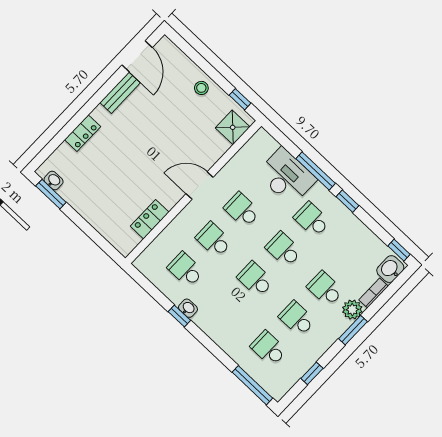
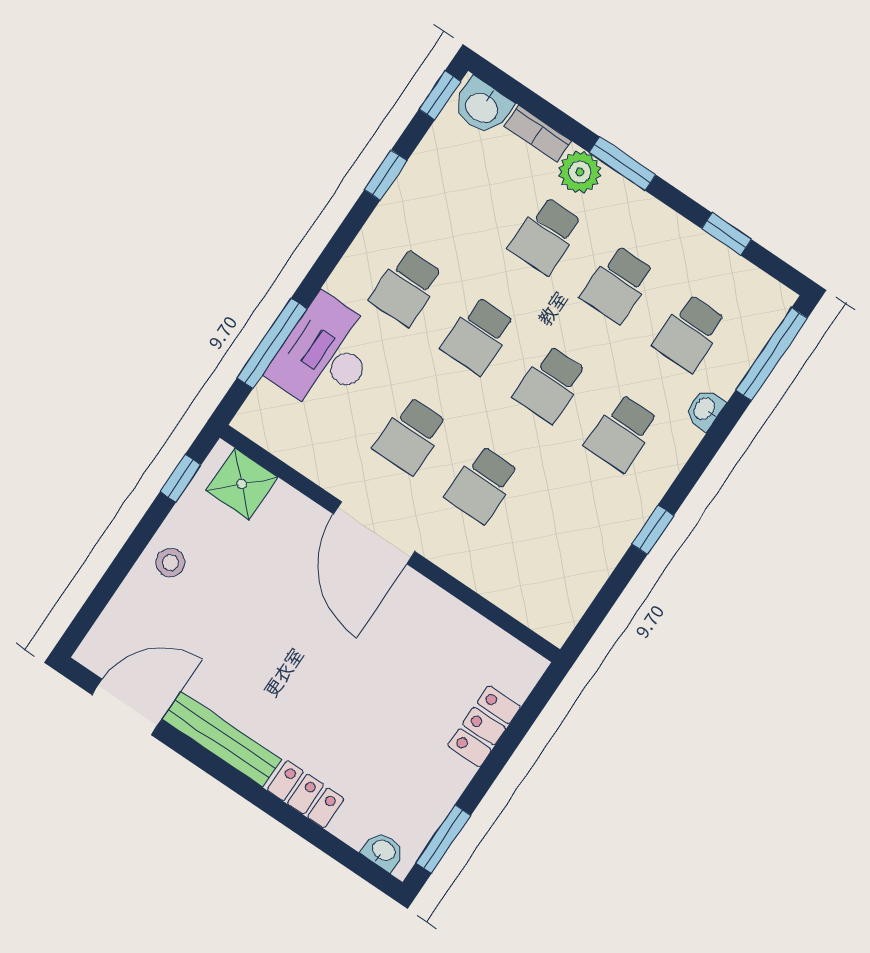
bench: (120, 93) -> (222, 739), width x1.36
window: (316, 171) -> (272, 343), moved
washbasin: (54, 181) -> (383, 851), moved, turned 90
door: (200, 186) -> (374, 533), width x1.36
window: (347, 201) -> (386, 175), moved
locker: (150, 219) -> (484, 726), moved, turned 90
school desk: (185, 270) -> (622, 433), moved
washbasin: (188, 308) -> (705, 409), moved

